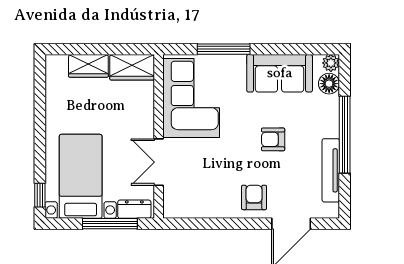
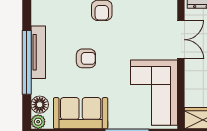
tv unit: (331, 170) -> (38, 52), moved

